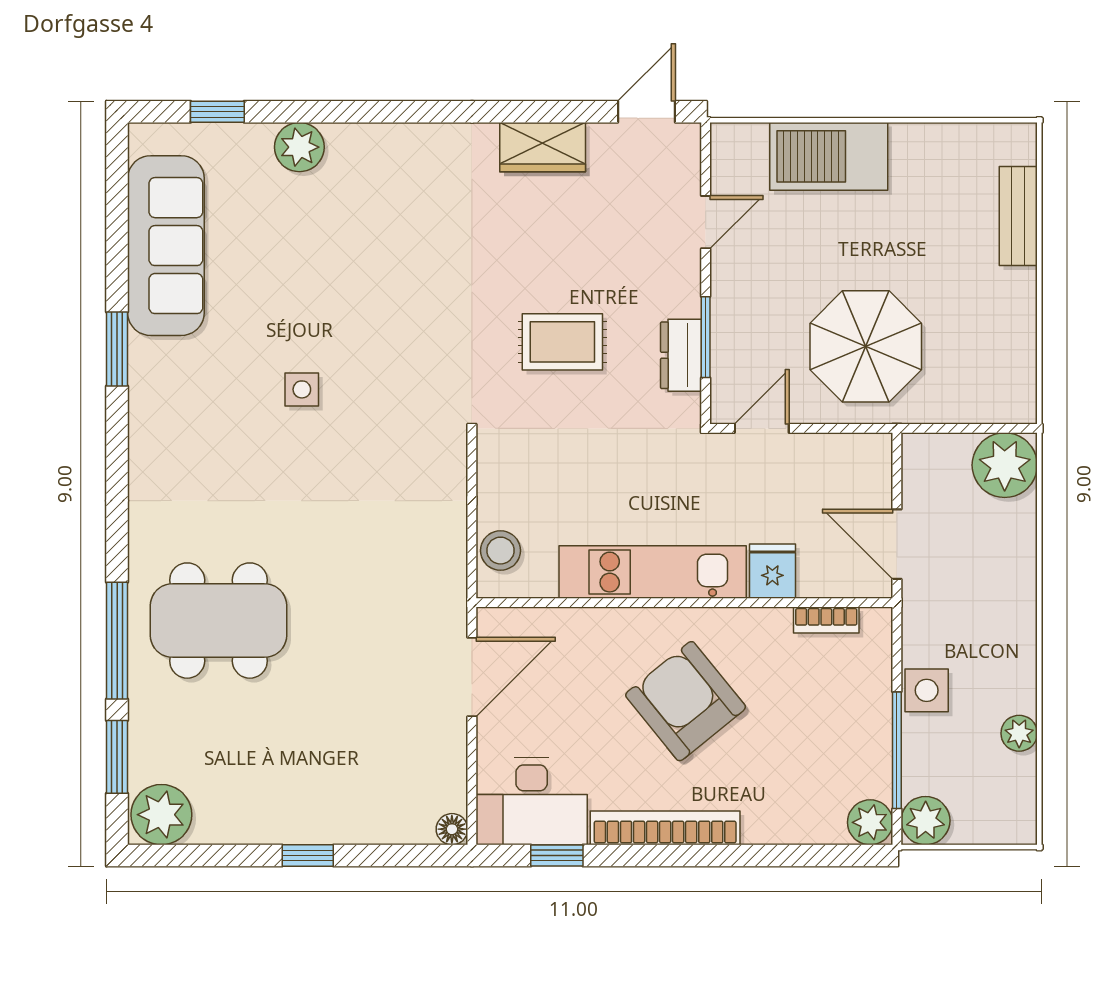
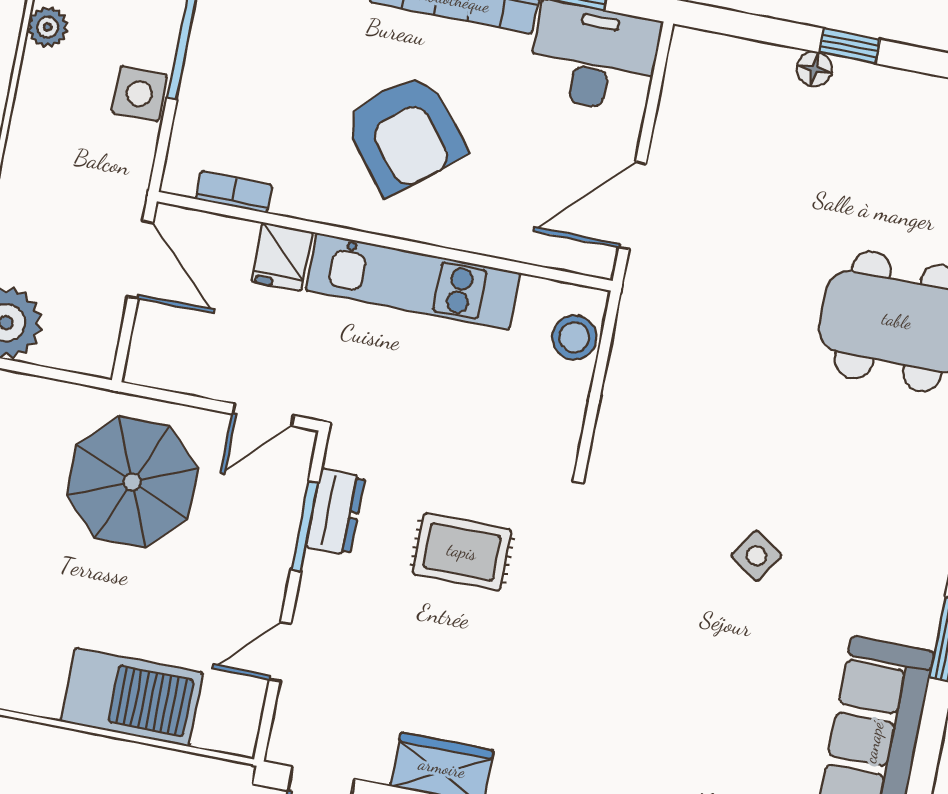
side table: (302, 389) -> (756, 556), turned 34
floor lamp: (452, 829) -> (814, 69), moved

